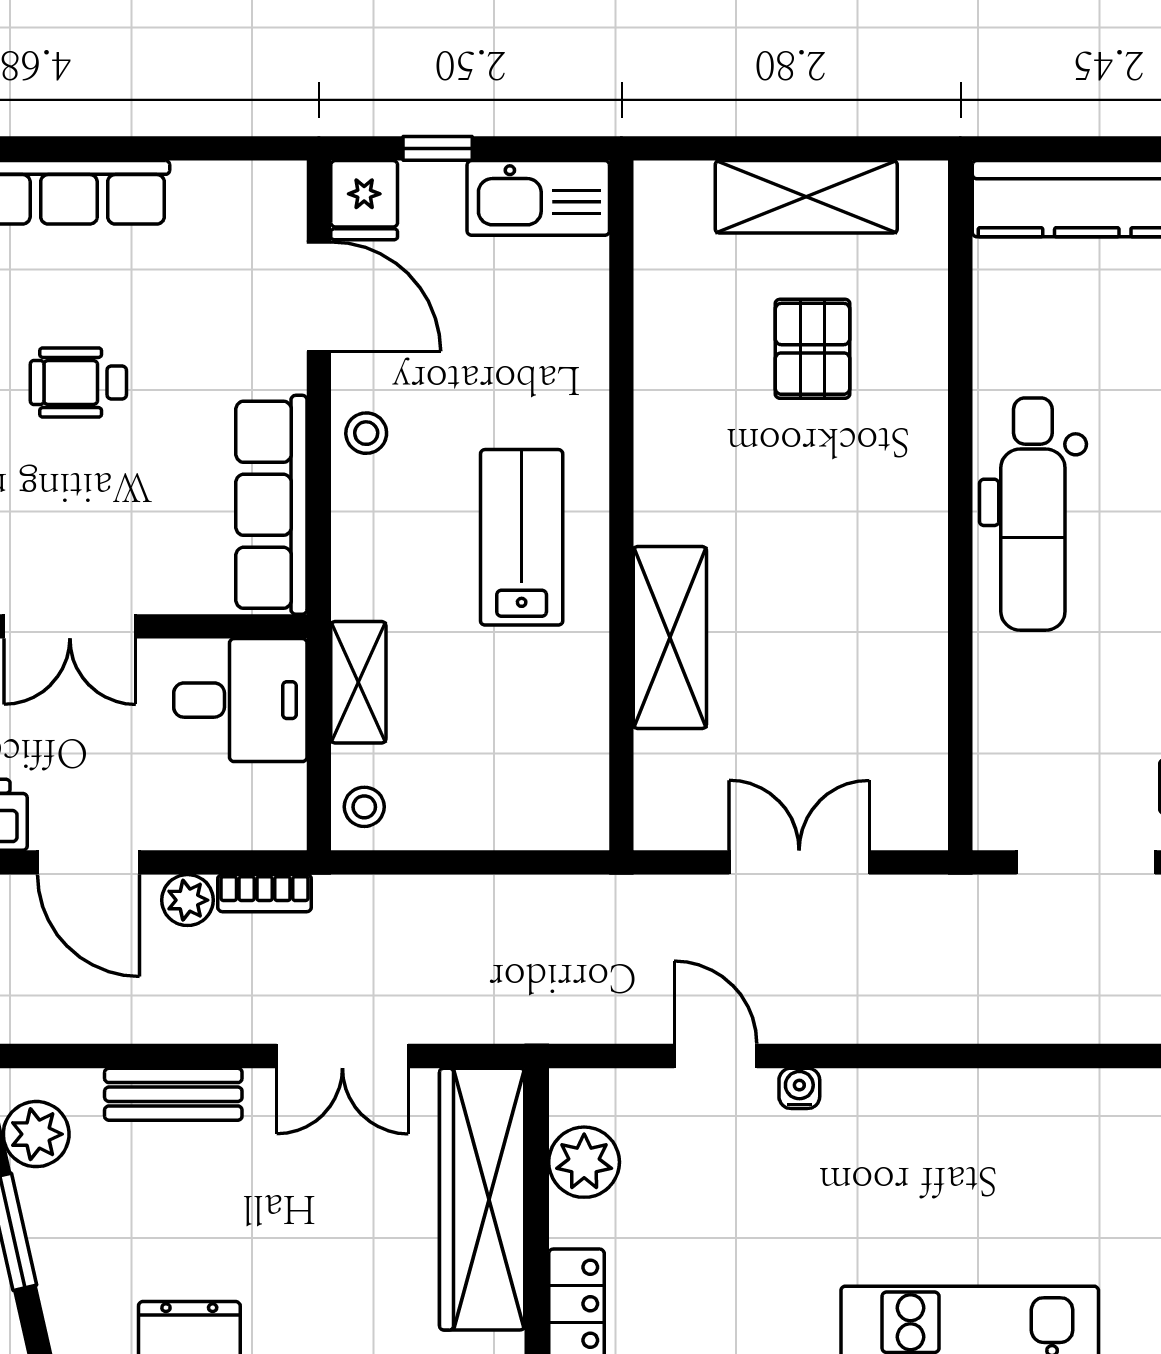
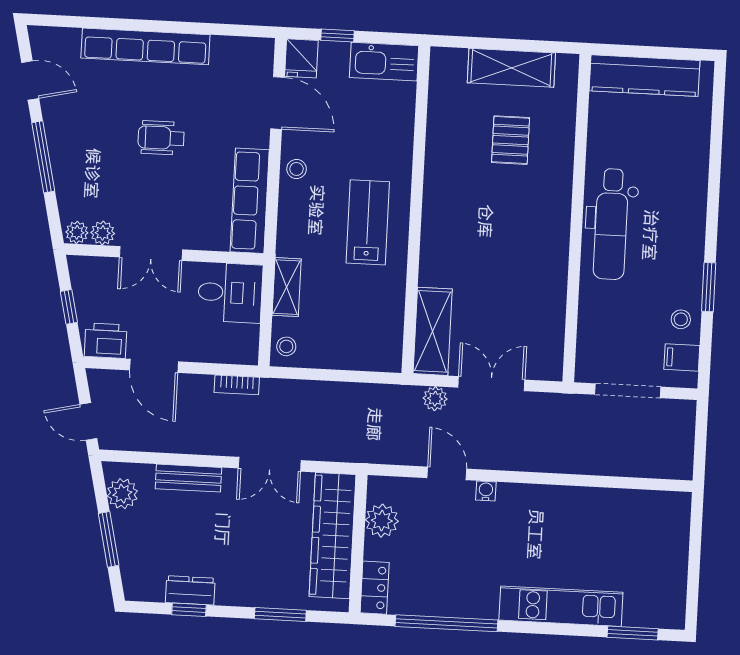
shelving: (670, 638) -> (433, 331), moved
plant: (187, 900) -> (435, 399), moved

